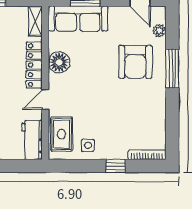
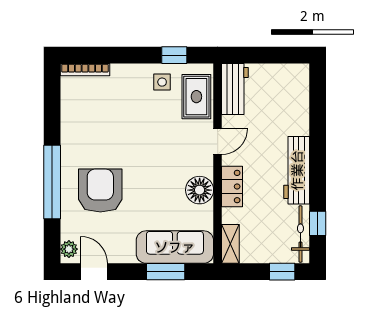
plant: (159, 31) -> (69, 249), moved
locker: (34, 65) -> (232, 187), width x0.66
window: (172, 69) -> (52, 182), width x1.46
window: (116, 166) -> (174, 55), moved

